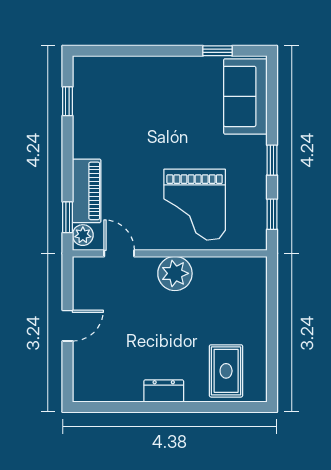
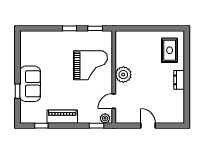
window: (218, 51) -> (17, 91), moved
sofa: (245, 96) -> (30, 84), moved, turned -90
piano: (87, 191) -> (62, 117), moved
rug: (226, 371) -> (170, 50), turned 90

